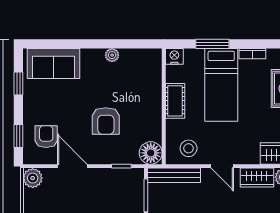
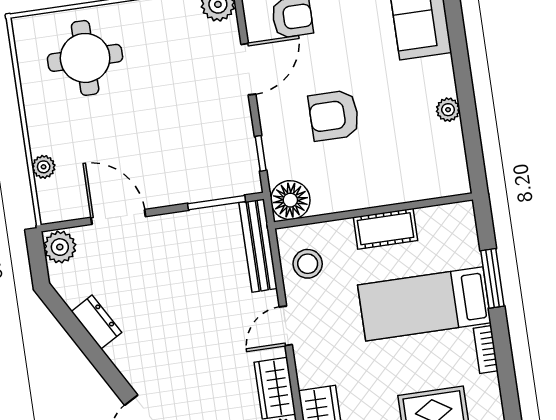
nightstand: (174, 56) -> (461, 217), removed

